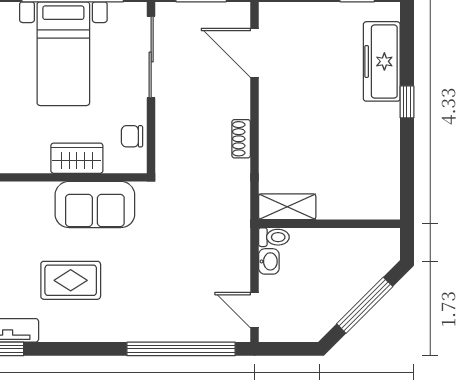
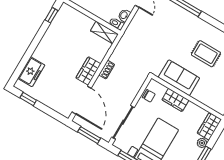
door: (255, 53) -> (82, 100), width x1.36
freezer: (382, 61) -> (31, 72), width x0.71
window: (407, 102) -> (51, 15), moved
wardrobe: (275, 116) -> (88, 71), added

